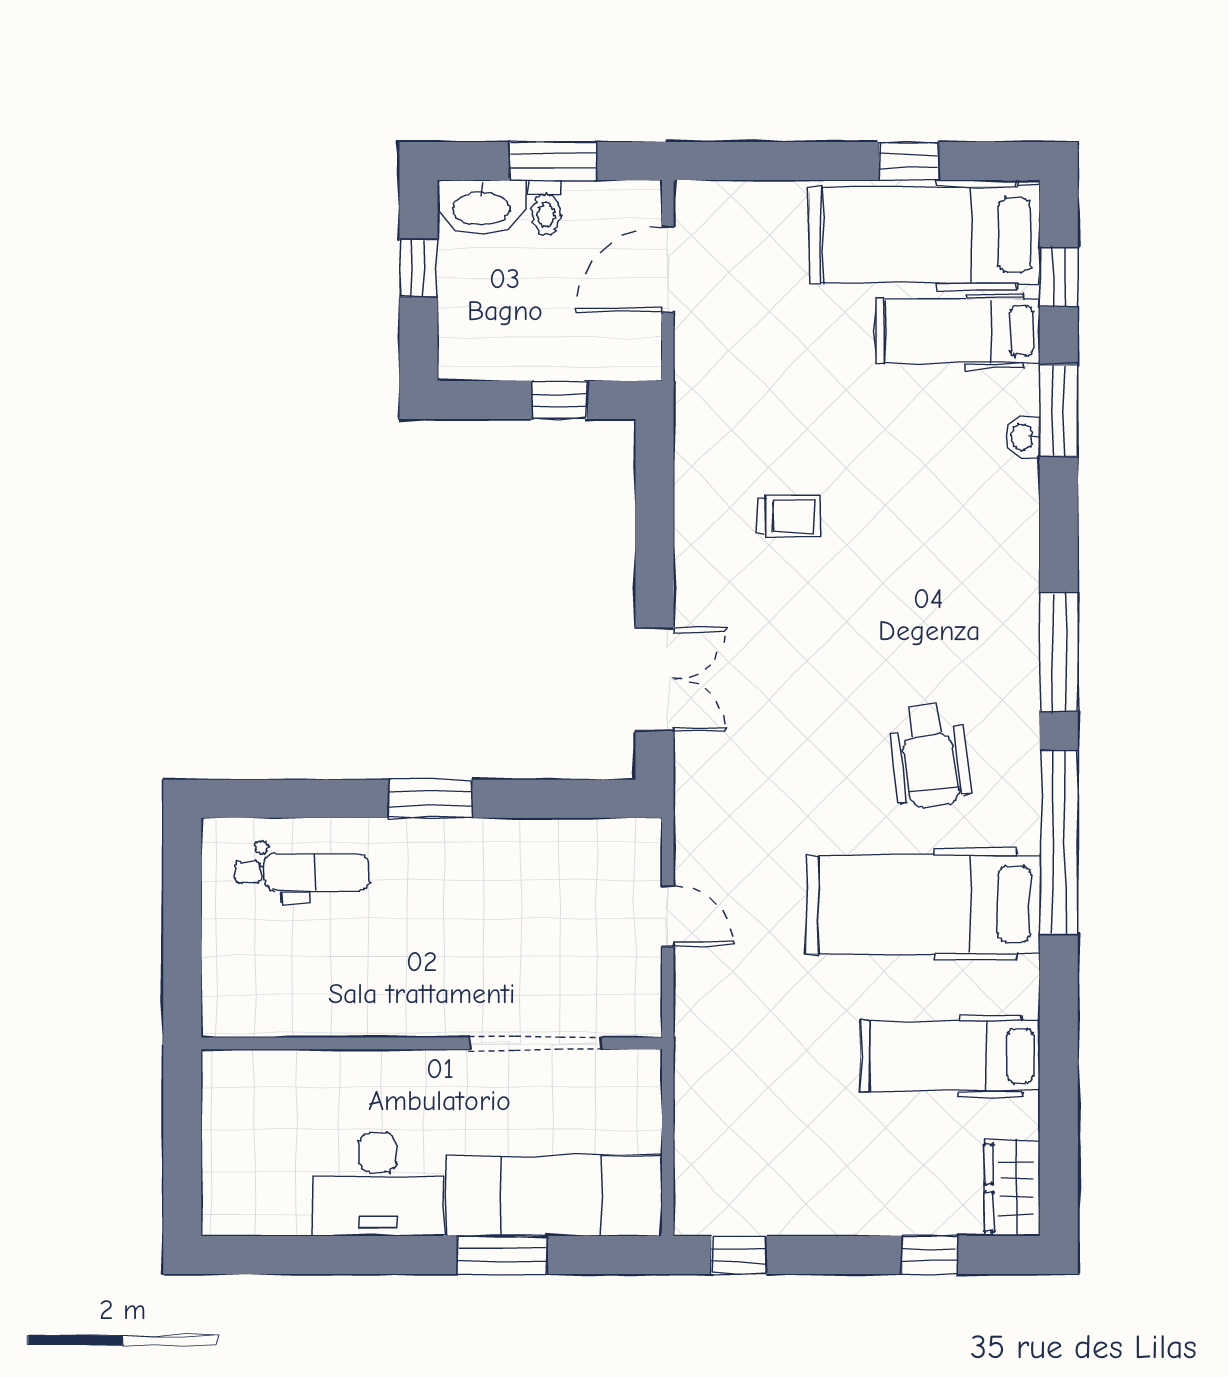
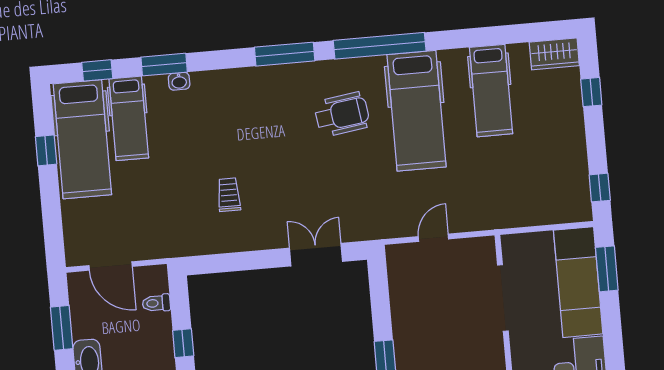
toilet: (546, 208) -> (156, 303), moved, turned 180
window: (559, 400) -> (183, 343), moved
window: (502, 1255) -> (607, 269), moved

